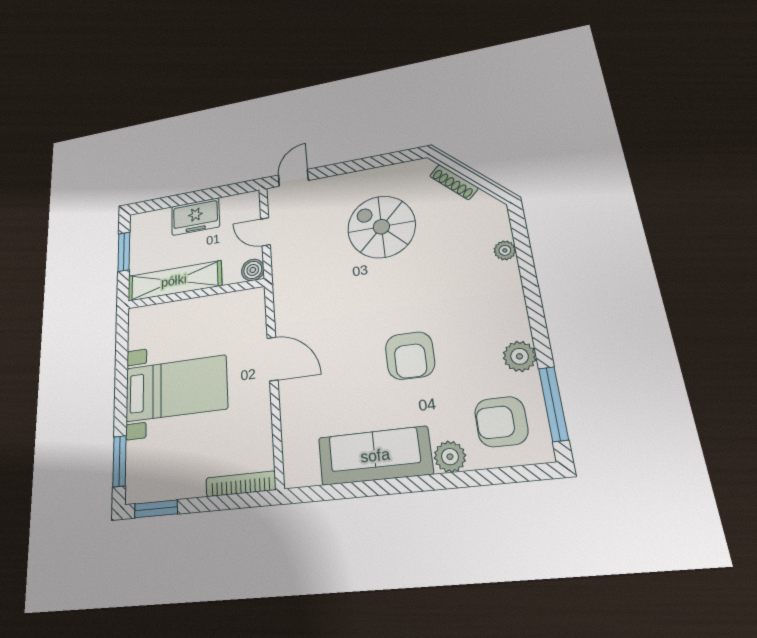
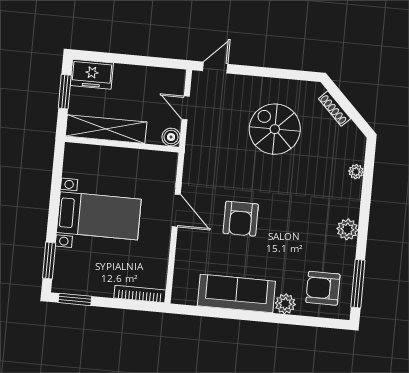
freezer: (195, 217) -> (92, 74), moved
armchair: (410, 356) -> (241, 219), moved
plant: (520, 356) -> (347, 229), moved

